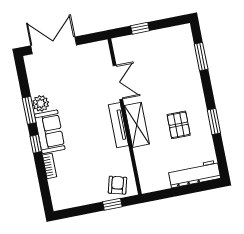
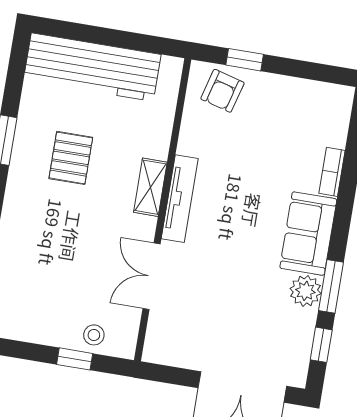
stool: (135, 43) -> (94, 335), added
shelving: (137, 125) -> (150, 187), width x0.67, depth x0.75
window: (36, 144) -> (321, 345), moved
workbench: (194, 174) -> (92, 67), width x1.36, depth x1.32

